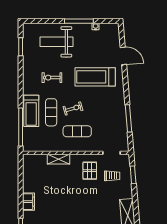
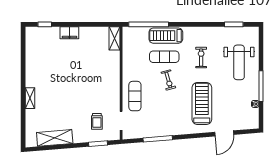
weight bench: (56, 42) -> (239, 62), turned 180
exercise mat: (77, 131) -> (135, 96), moved
shelving: (58, 159) -> (114, 38), moved
pallet: (90, 171) -> (102, 98), removed

